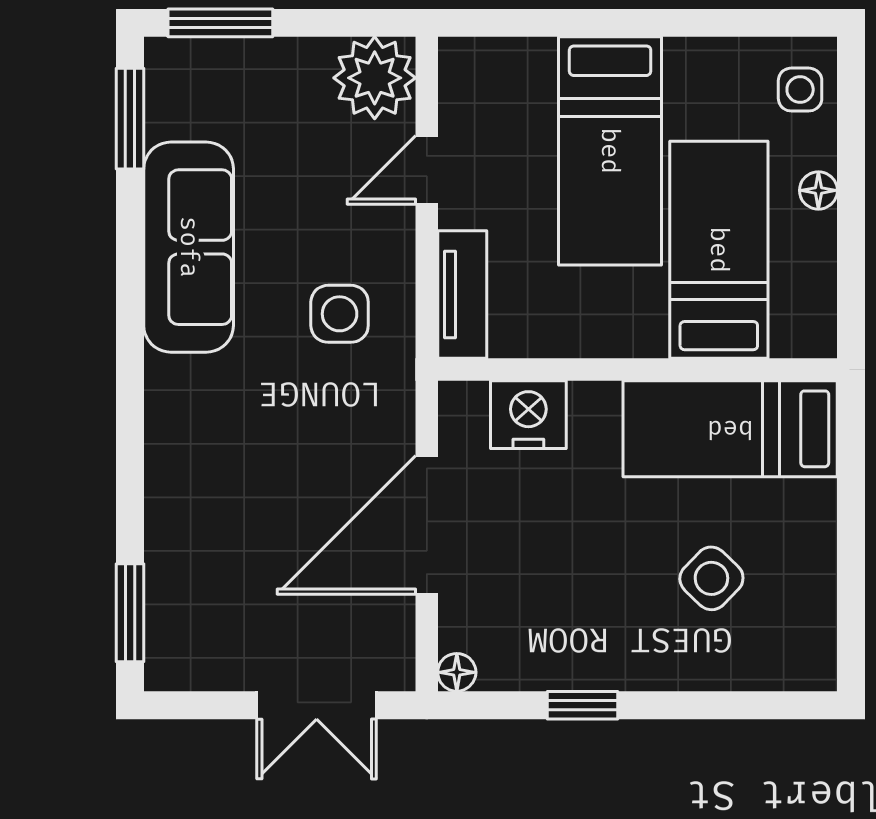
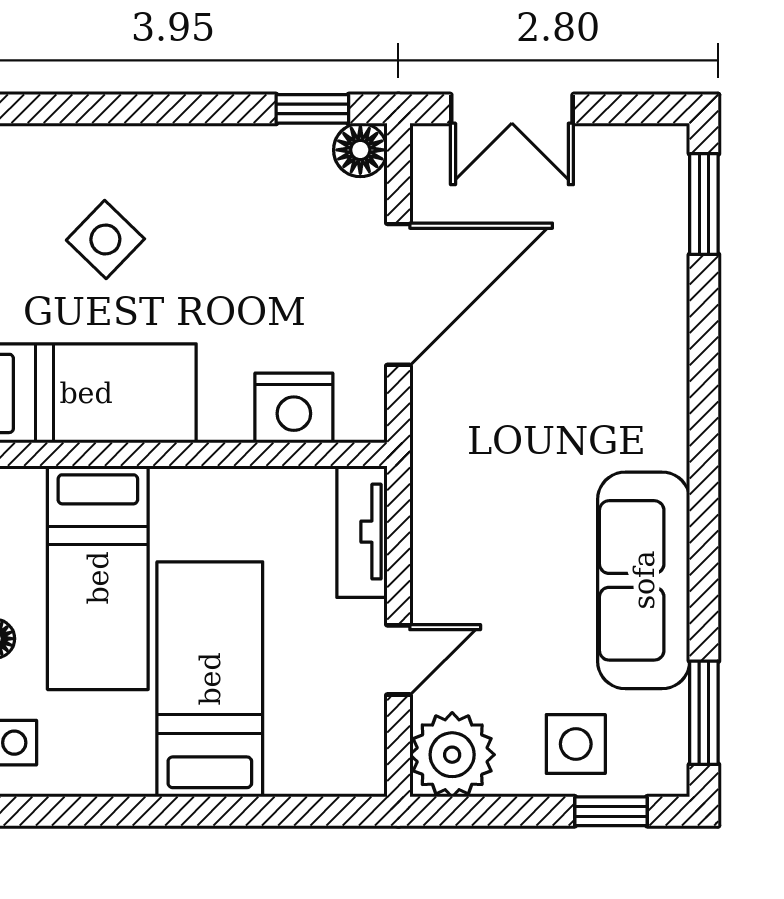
window: (220, 23) -> (611, 811), width x0.67
side table: (340, 314) -> (576, 744), moved
floor lamp: (457, 672) -> (360, 150), width x1.37, depth x1.37
double door: (317, 705) -> (512, 109), swing flipped
window: (582, 705) -> (312, 109), moved

